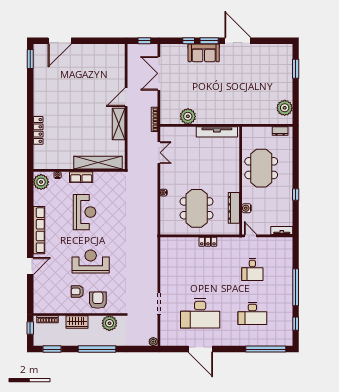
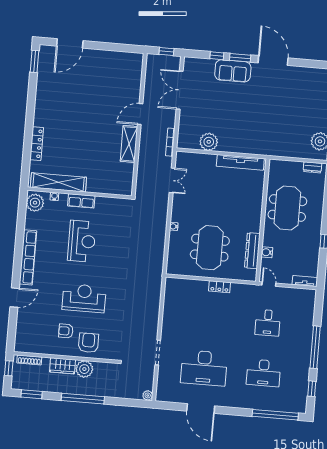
shelving: (98, 163) -> (58, 182), moved
plant: (109, 323) -> (84, 369), moved

